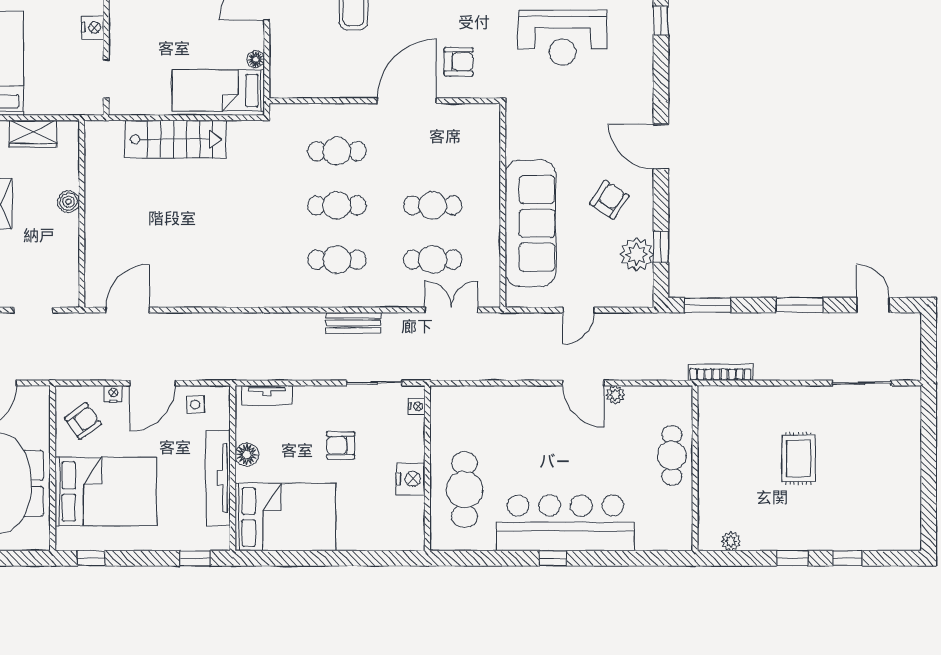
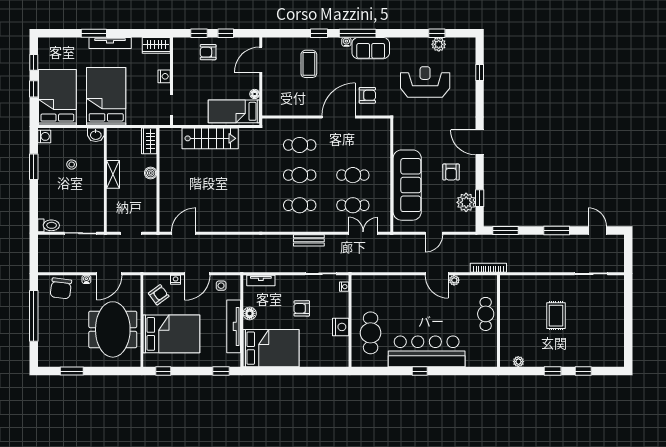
reception desk: (563, 38) -> (425, 82), turned 180
wardrobe: (33, 134) -> (149, 141), moved, turned 90
armchair: (609, 200) -> (451, 172), turned 146
bookcase: (720, 372) -> (488, 268), moved

